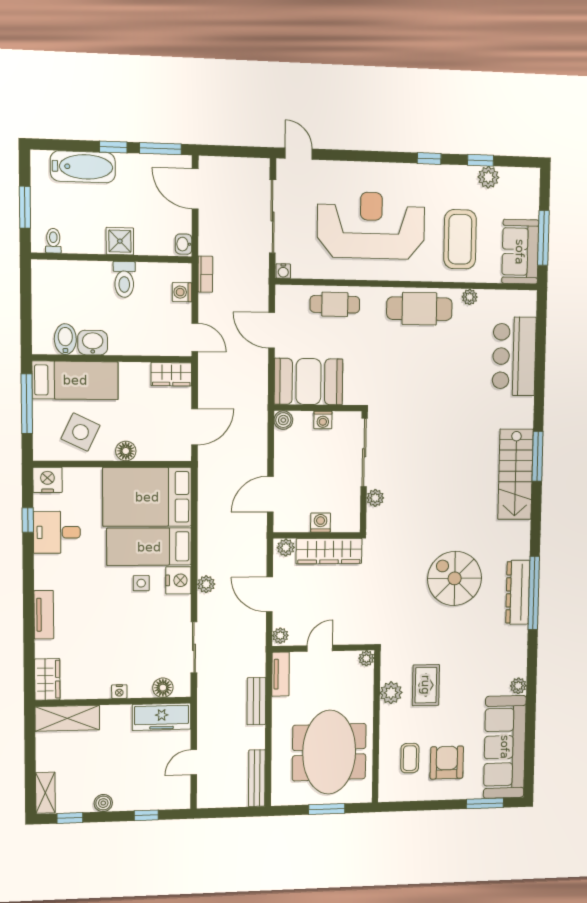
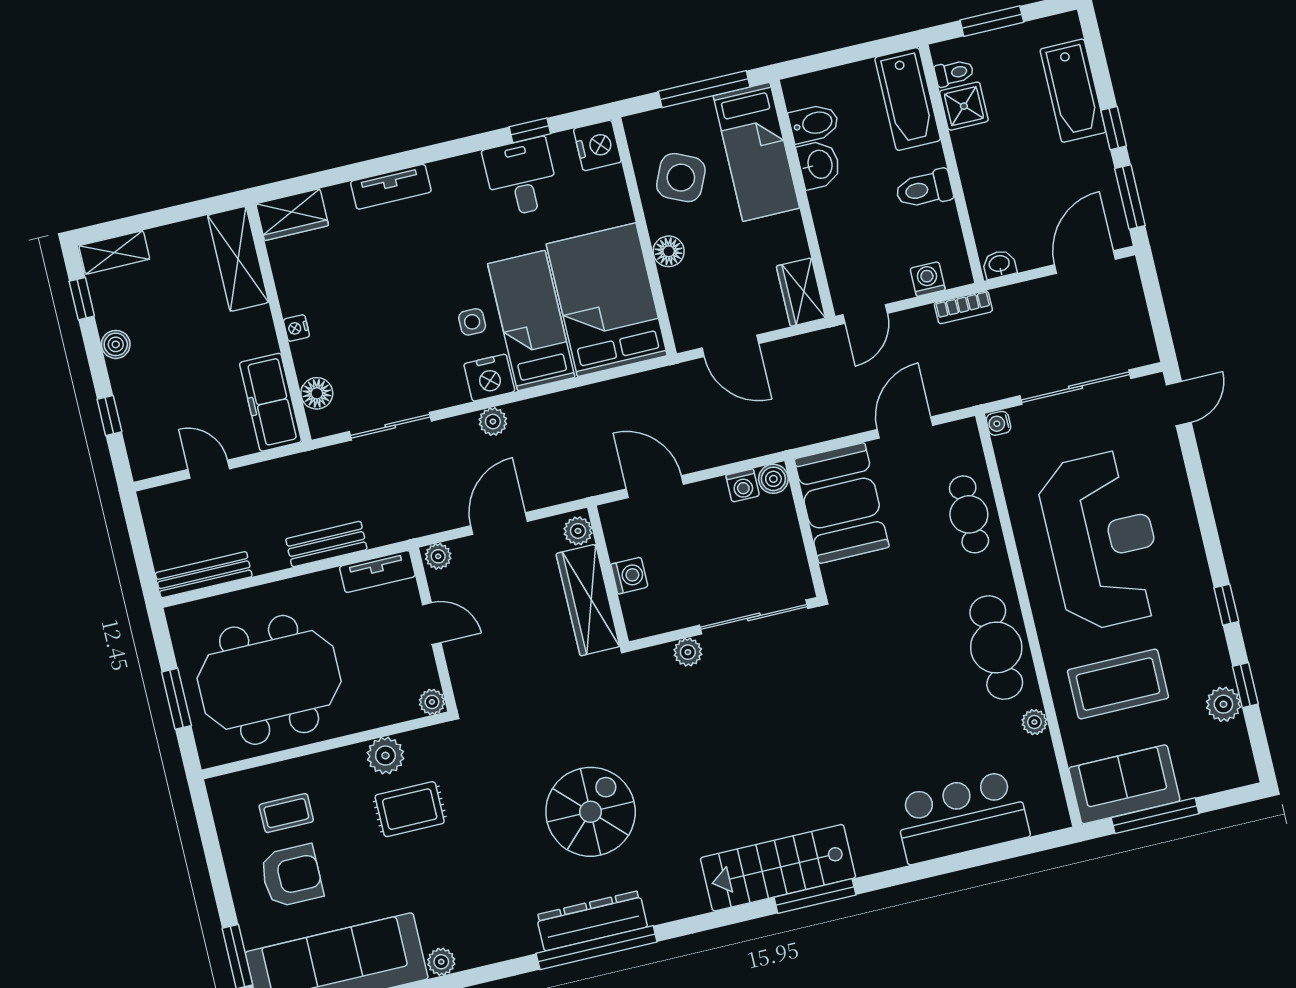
shower: (120, 241) -> (964, 106), moved
bathtub: (63, 275) -> (908, 99), added
washing machine: (323, 420) -> (743, 485), moved, turned -90

